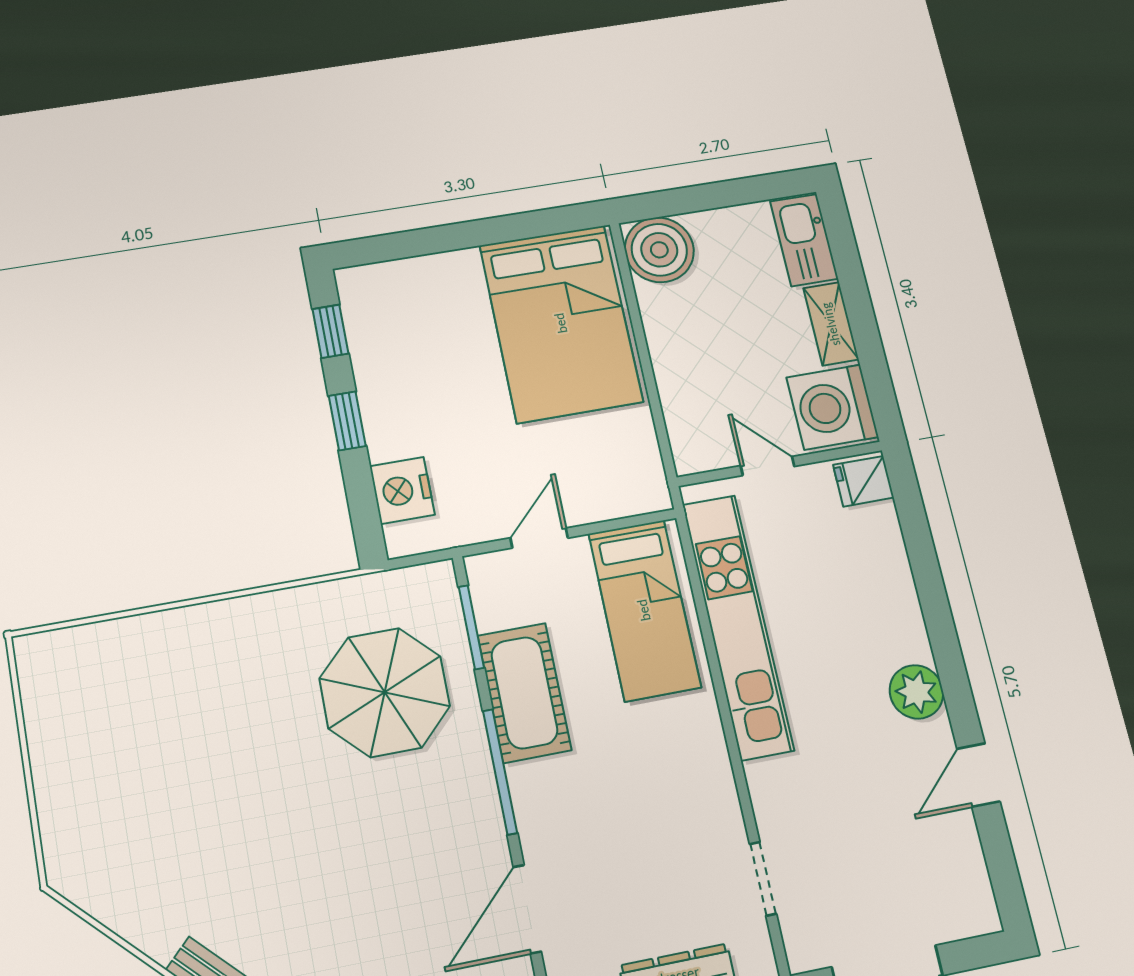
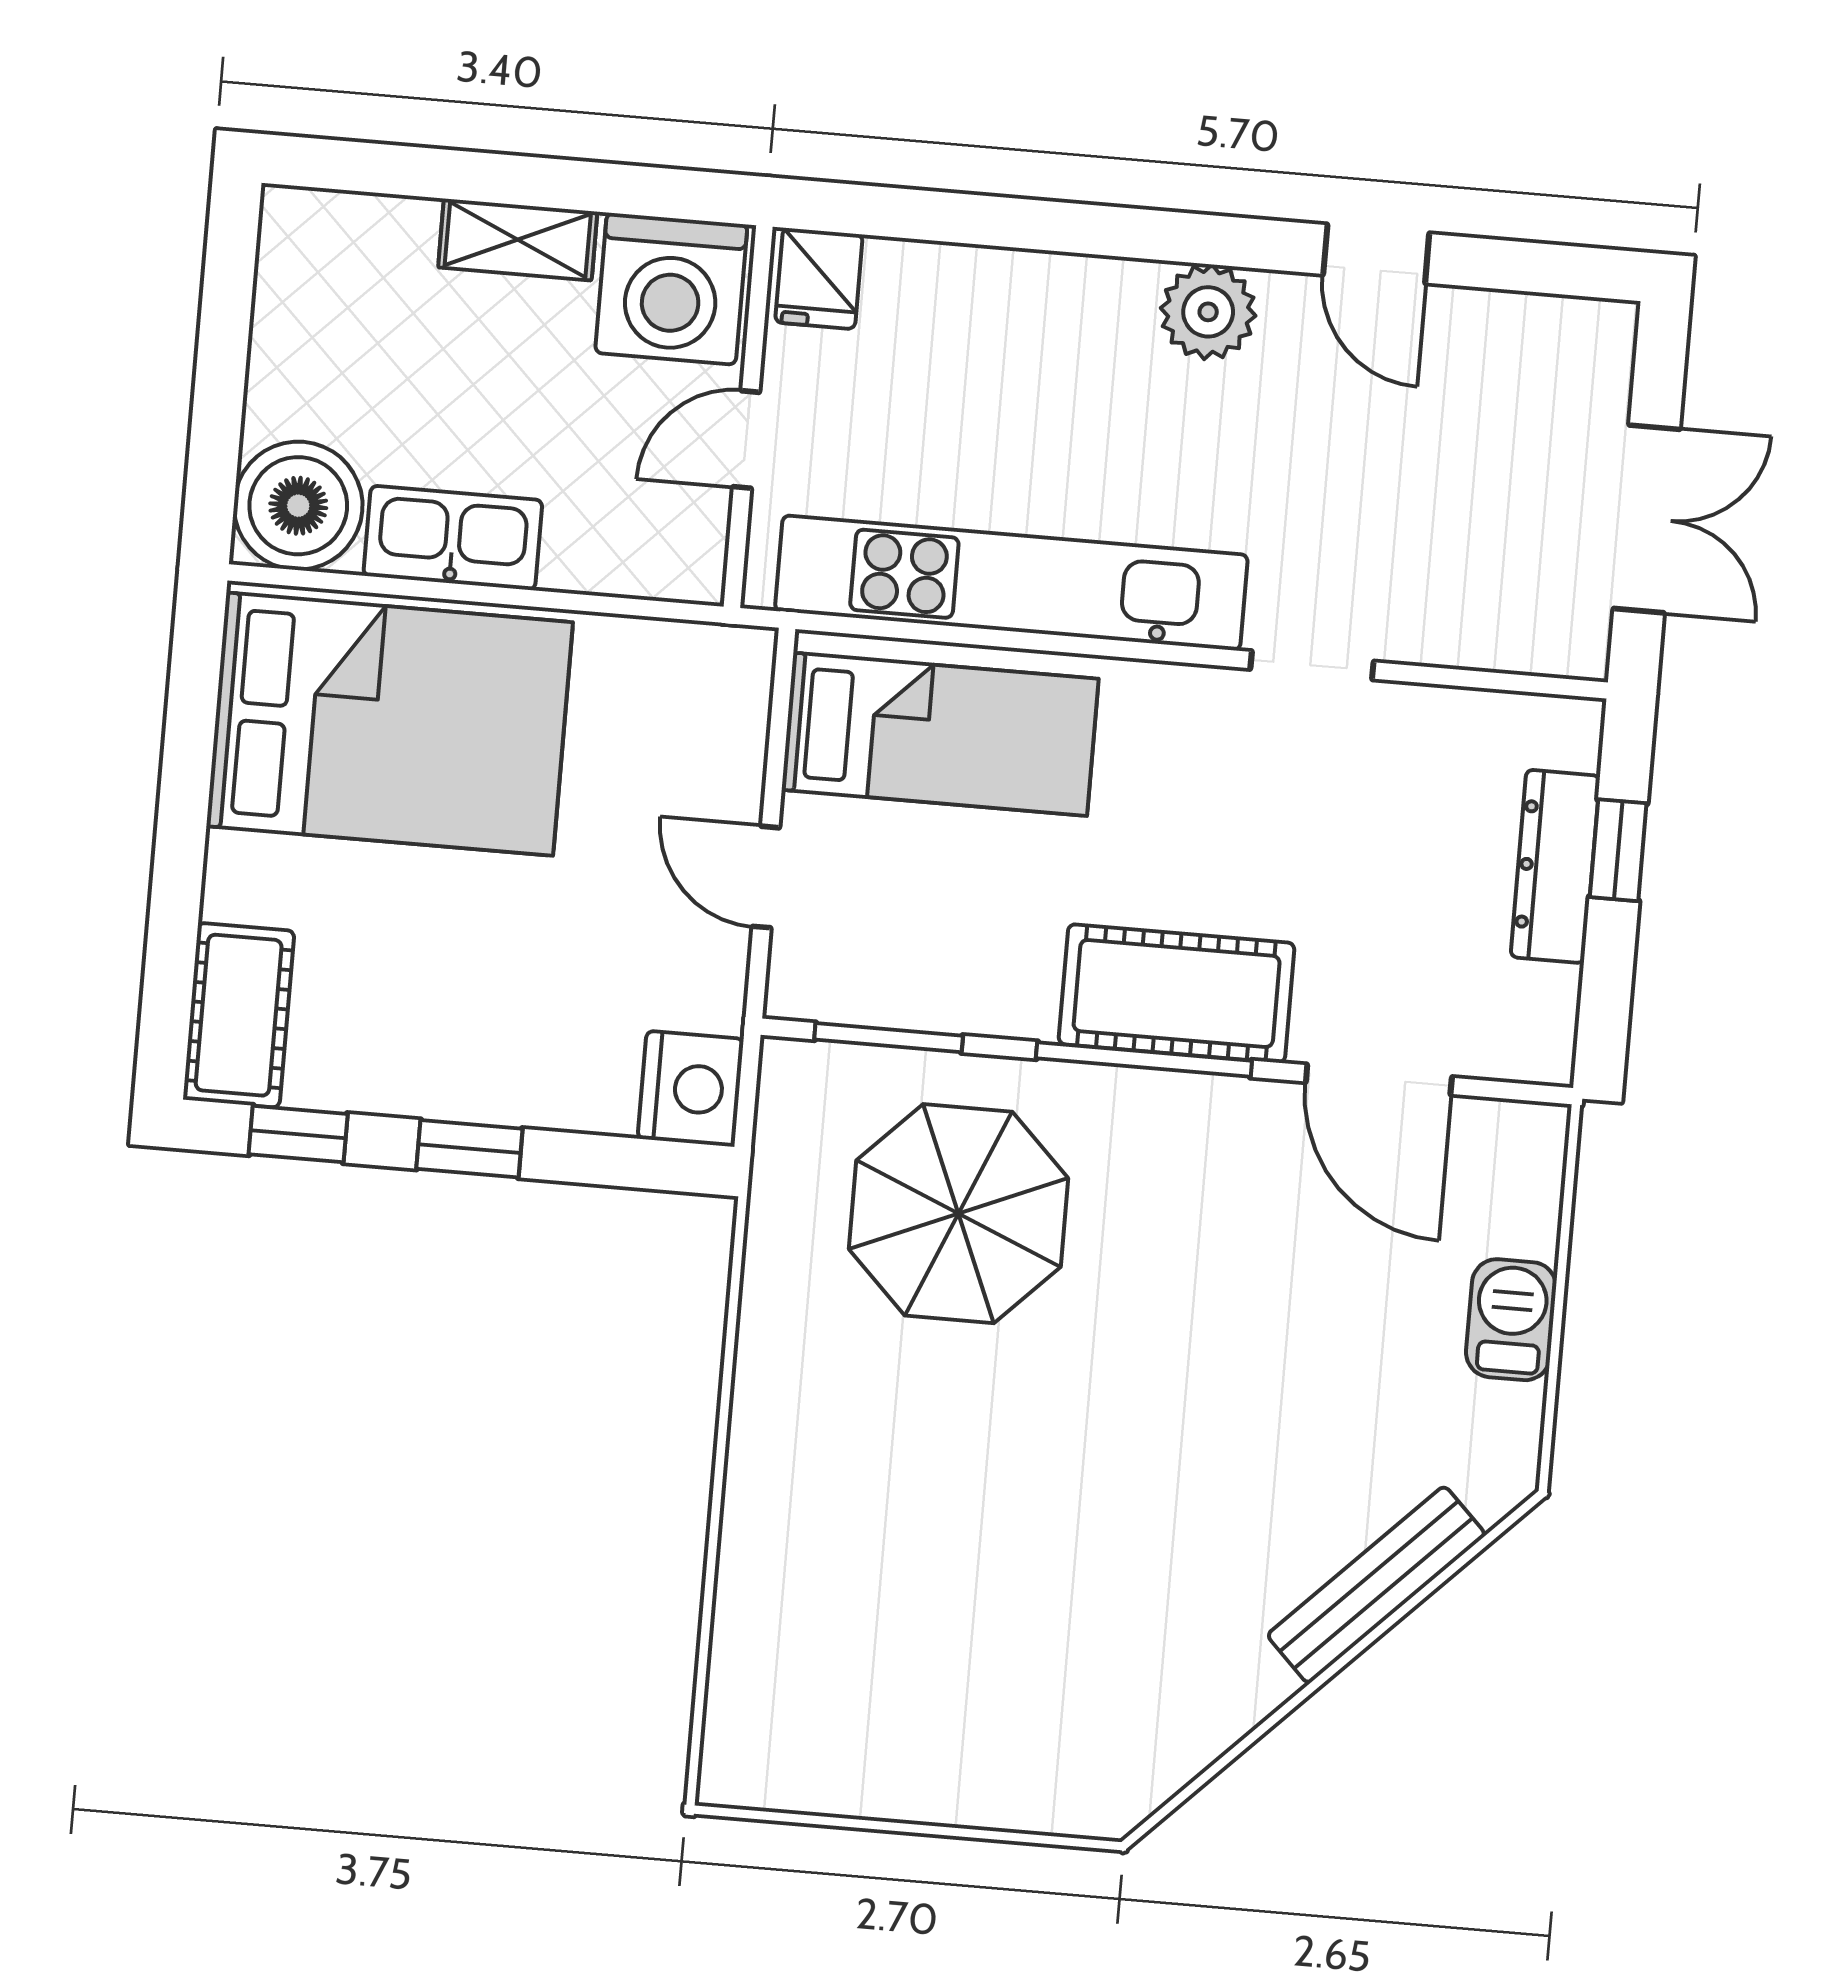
kitchen sink: (804, 240) -> (453, 538), moved, turned 180
cot: (385, 286) -> (239, 1015), added
nightstand: (402, 490) -> (691, 1089), moved, turned -90
cot: (524, 693) -> (1177, 993), moved
doorway: (763, 879) -> (1312, 665), moved

